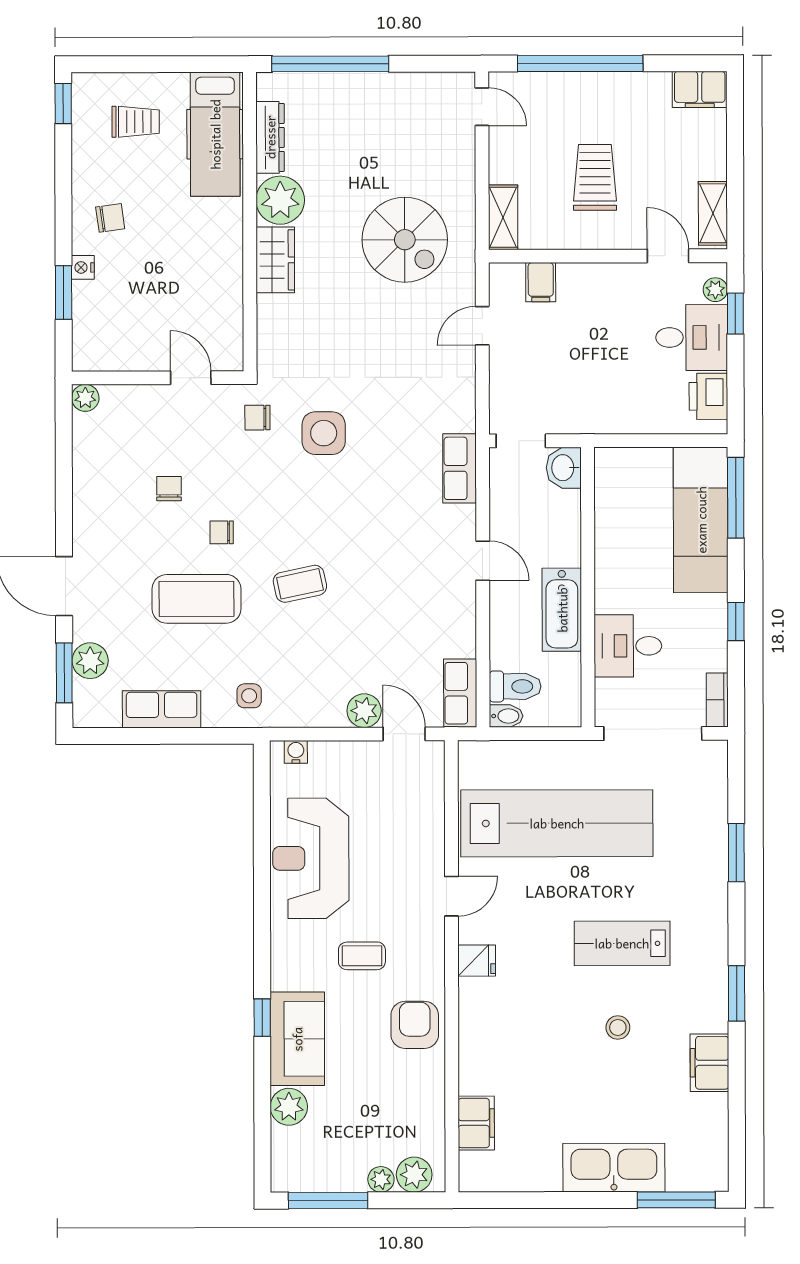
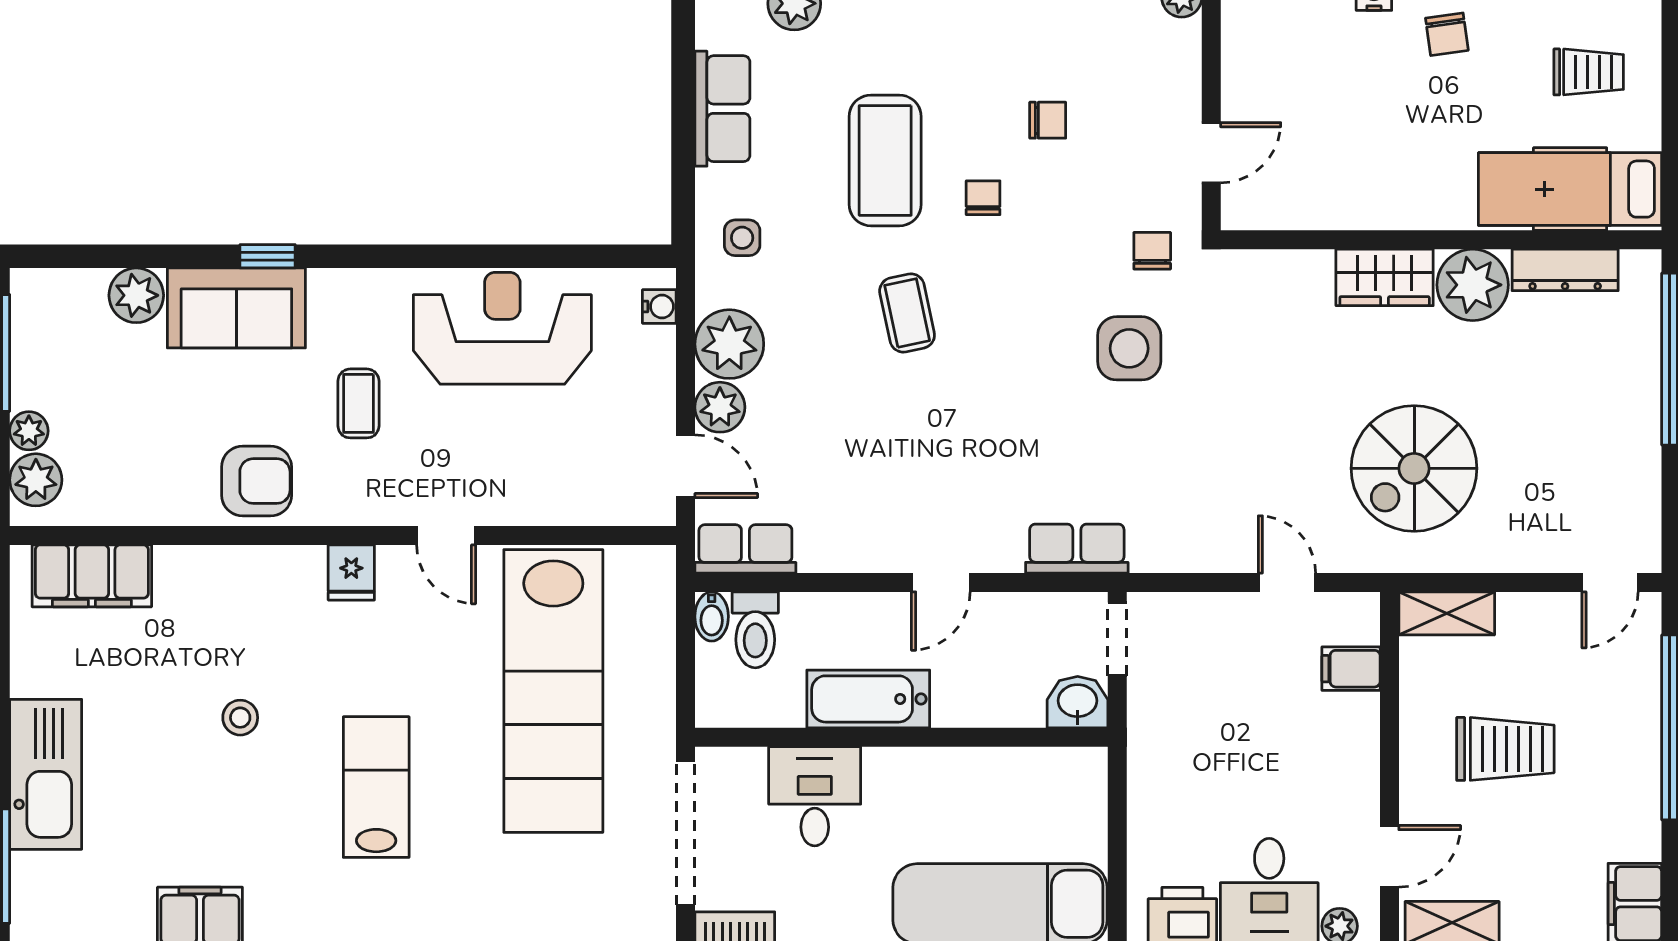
trolley: (136, 122) -> (1589, 72), turned -90
plant: (321, 704) -> (729, 344), added
door: (404, 734) -> (686, 466), hinge flipped
stool: (618, 1027) -> (240, 718), moved
filing cabinet: (476, 1123) -> (92, 576), width x1.50, depth x1.17

